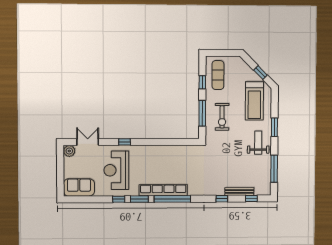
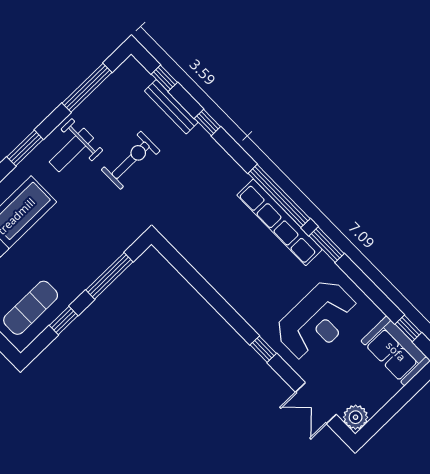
exercise bike: (222, 117) -> (131, 160), moved
window: (119, 199) -> (408, 328), moved

